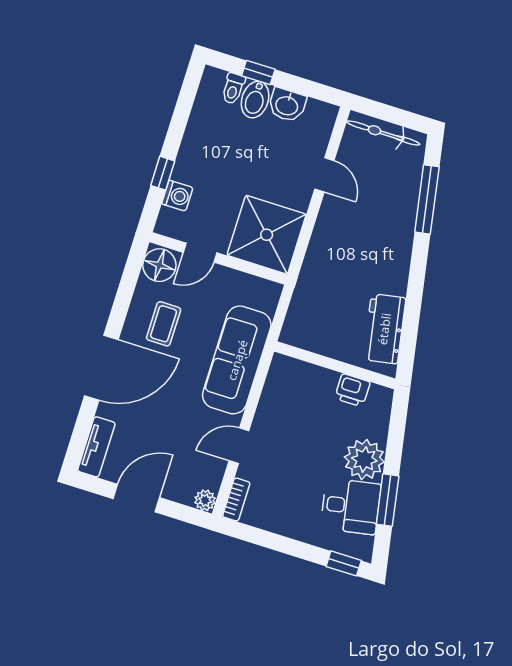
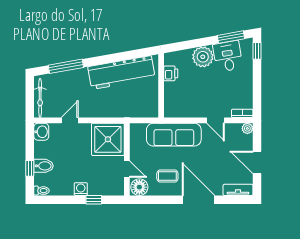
toilet: (233, 88) -> (41, 191), moved
washbasin: (287, 105) -> (41, 132), moved
washing machine: (177, 196) -> (81, 189), moved
workbench: (384, 329) -> (121, 73), width x1.88, depth x1.32
window: (388, 500) -> (231, 37), moved

